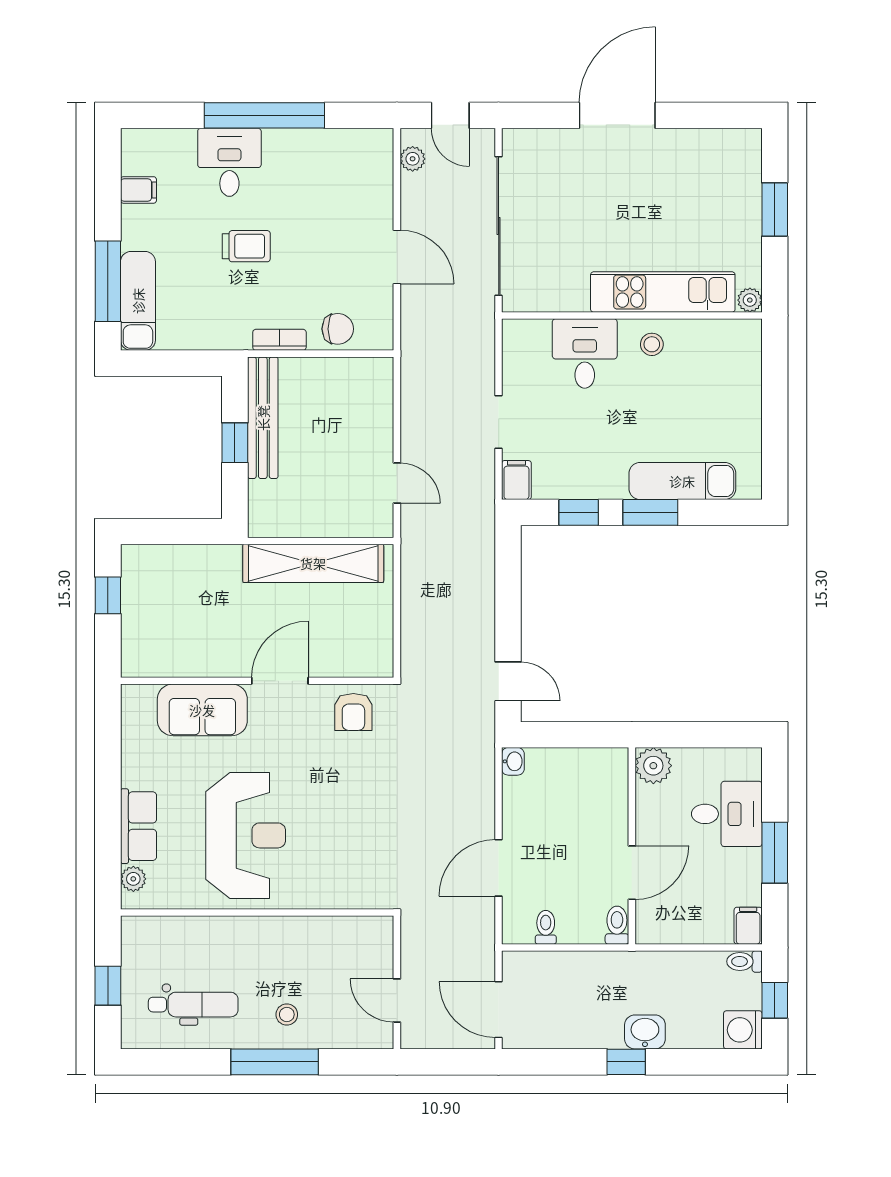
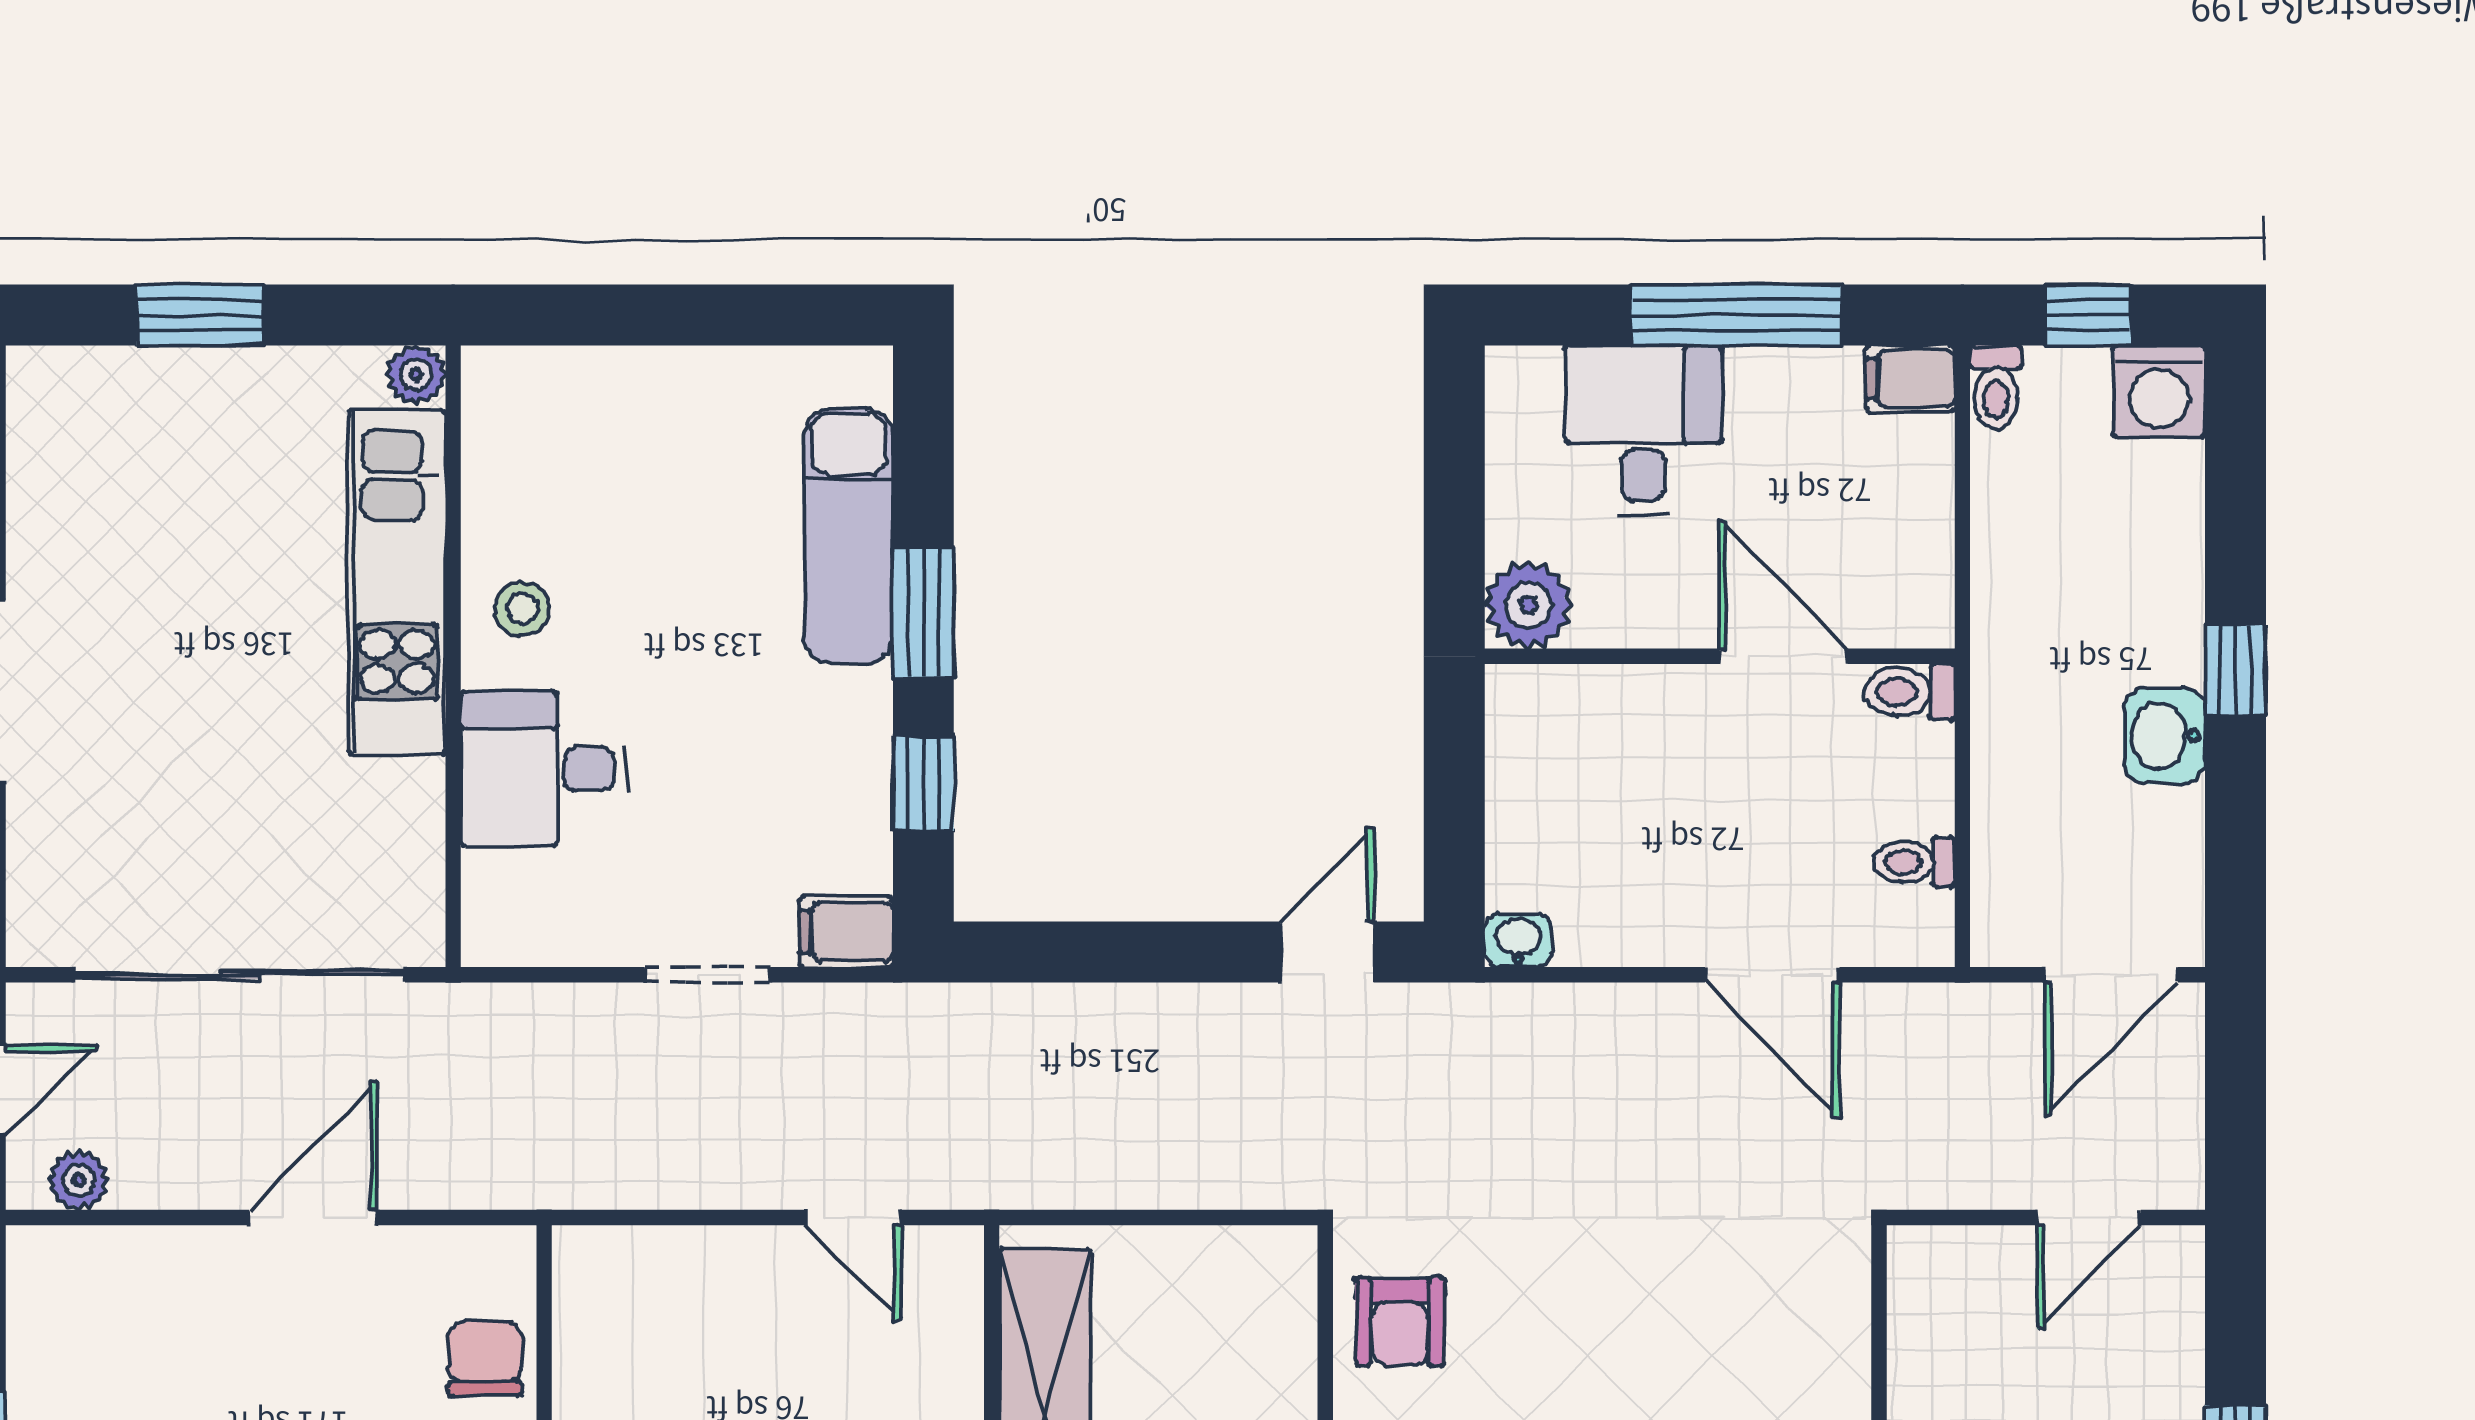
door: (397, 483) -> (853, 1218), swing flipped
armchair: (353, 712) -> (1400, 1321), turned 90
window: (775, 853) -> (1736, 315), width x1.44
washbasin: (645, 1032) -> (2164, 736), moved

